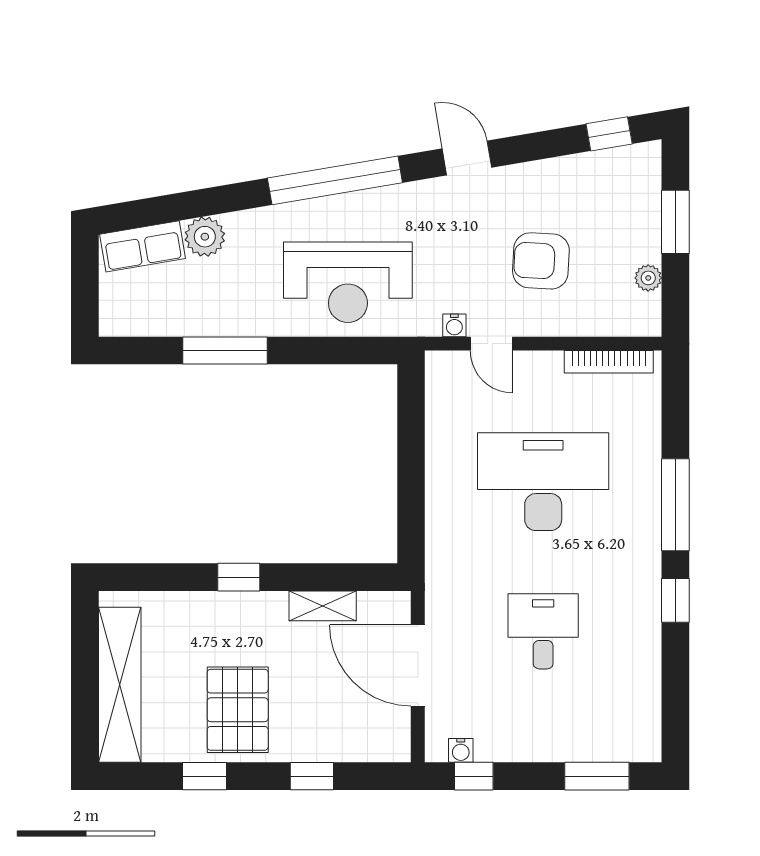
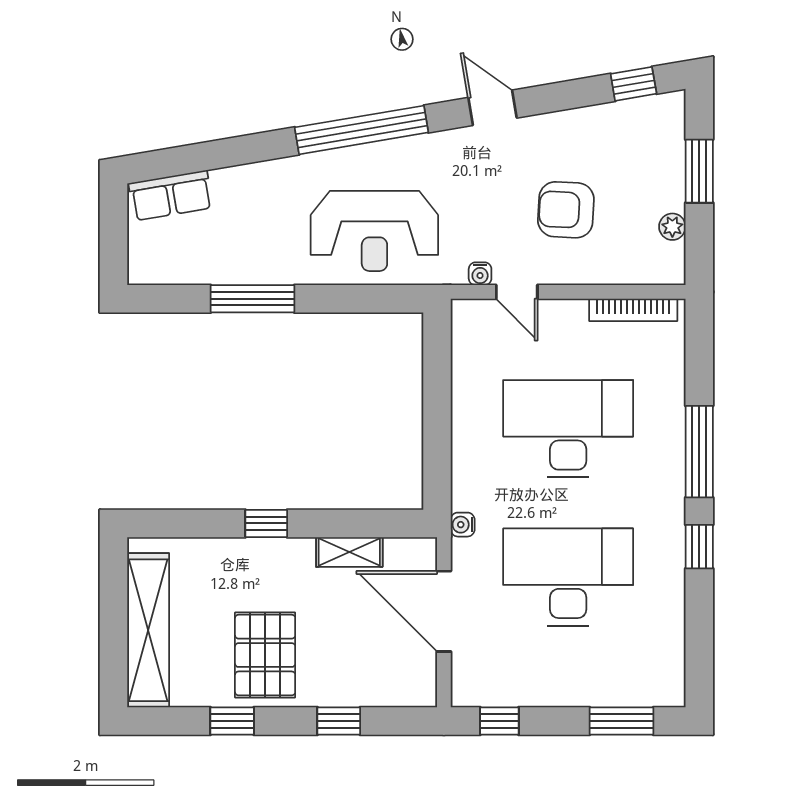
plant: (205, 237) -> (233, 186), removed
desk: (543, 631) -> (568, 577), width x1.87, depth x1.30
water cooler: (461, 750) -> (463, 525), moved, turned 90

